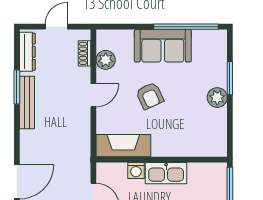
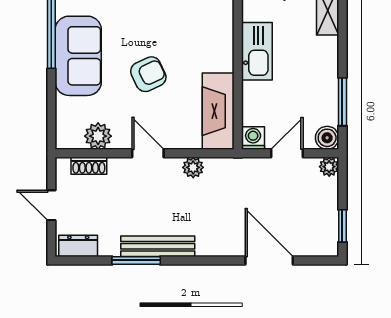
dresser: (27, 52) -> (78, 246), width x0.70
plant: (83, 128) -> (193, 167), added
washing machine: (136, 170) -> (253, 138), moved, turned -90

